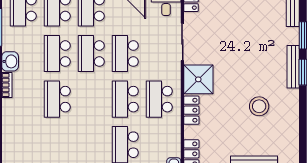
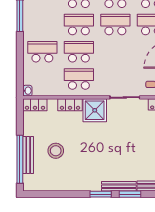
school desk: (125, 54) -> (79, 24), moved
bench: (293, 67) -> (119, 186), moved
stool: (259, 106) -> (56, 151), moved

